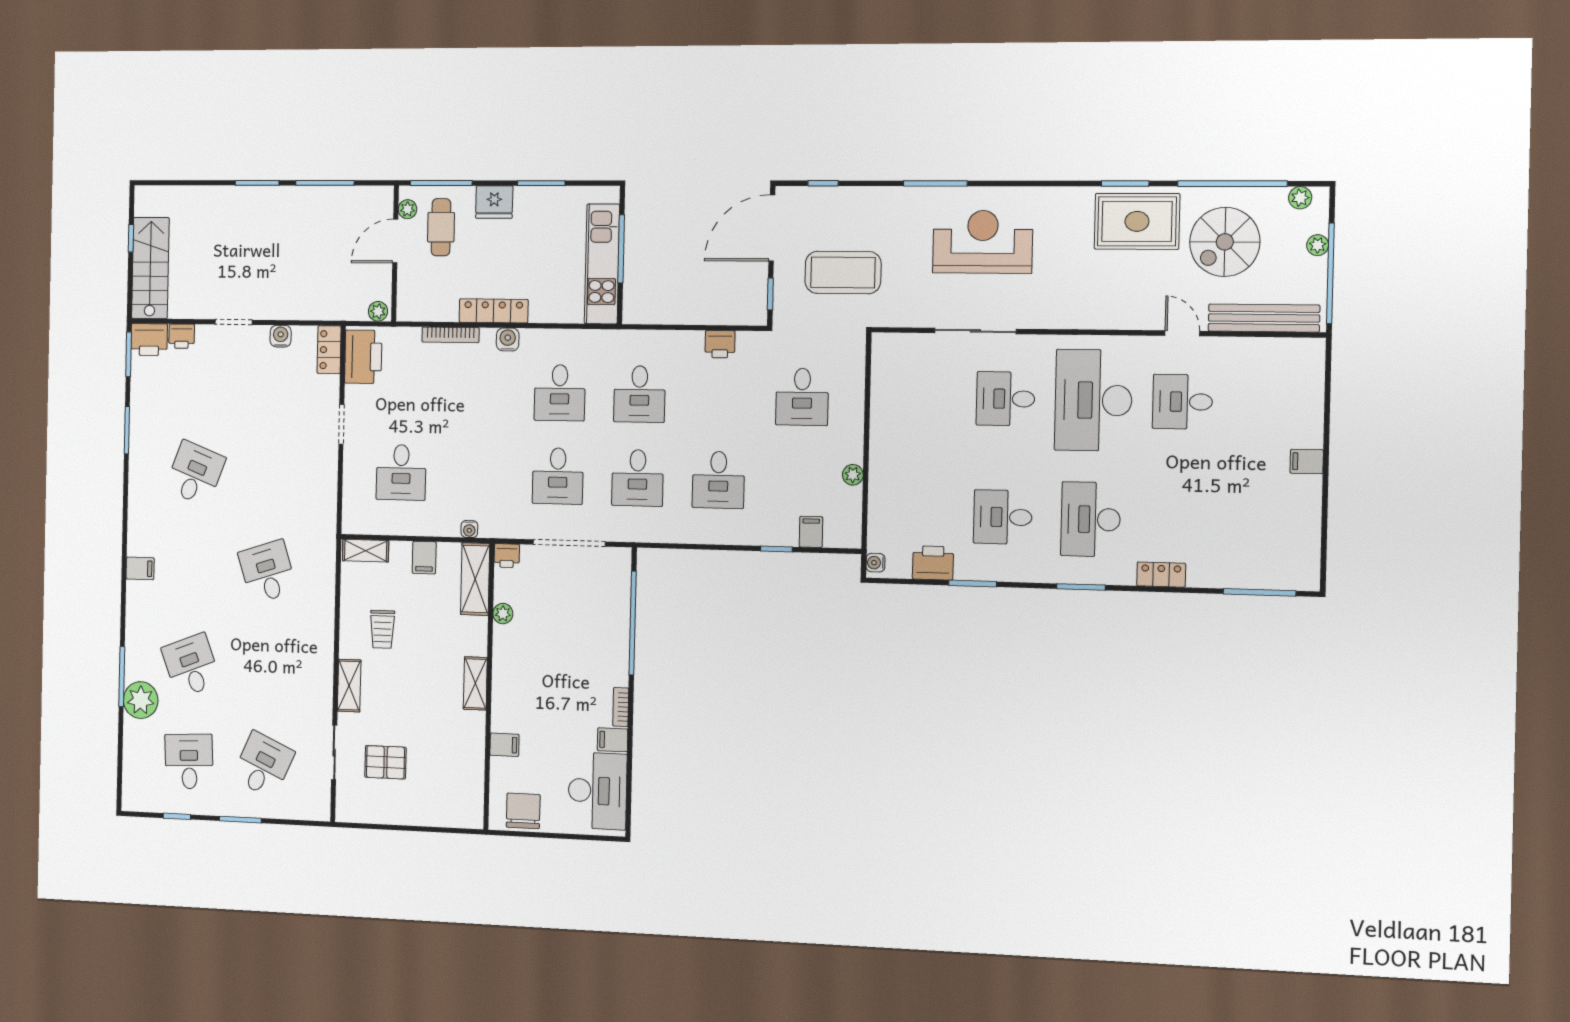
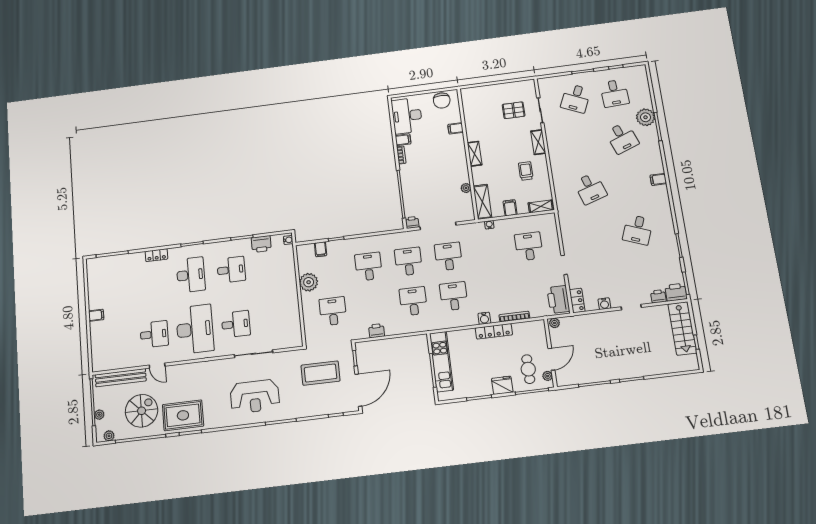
plant: (853, 475) -> (309, 282), width x1.88, depth x1.88
printer: (507, 556) -> (412, 222), moved

